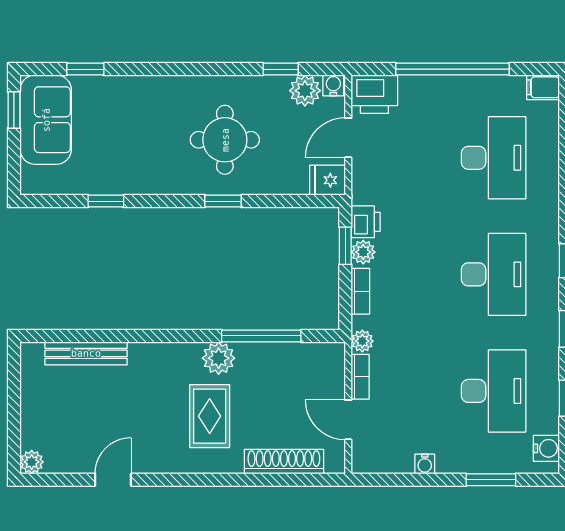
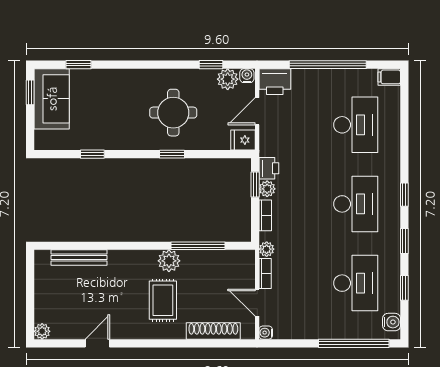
water cooler: (425, 464) -> (266, 333), moved, turned 90
window: (491, 480) -> (354, 343), width x2.11

